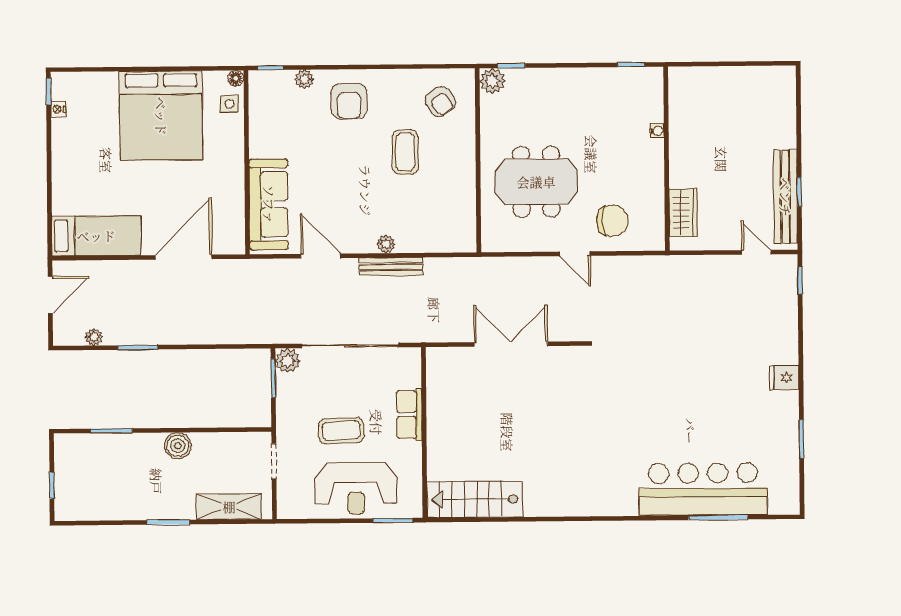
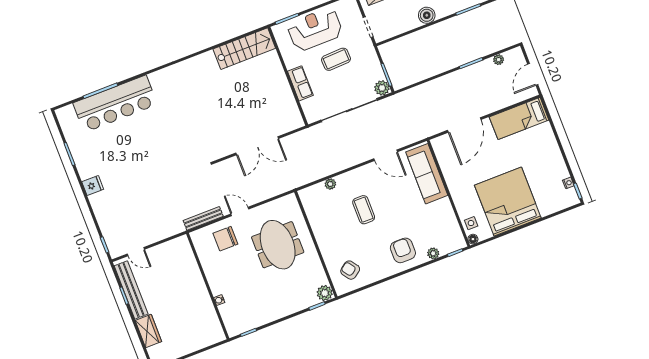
coffee table: (405, 152) -> (364, 210), moved
meeting table: (536, 182) -> (278, 245), turned 90
wardrobe: (683, 213) -> (148, 331), moved, turned 180
plant: (386, 244) -> (330, 184), moved
bench: (391, 267) -> (203, 218), moved

